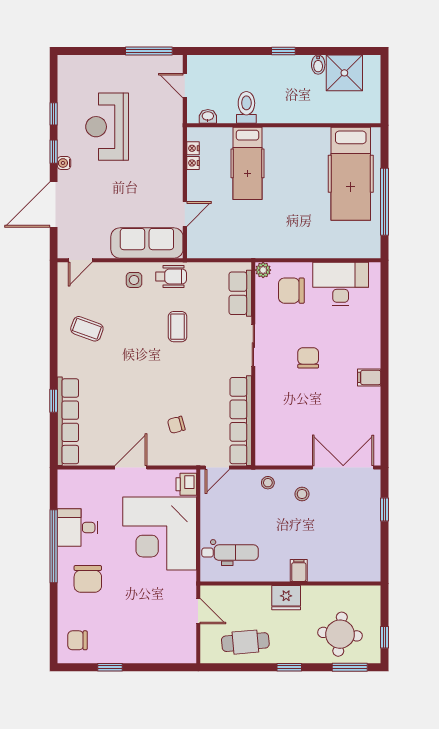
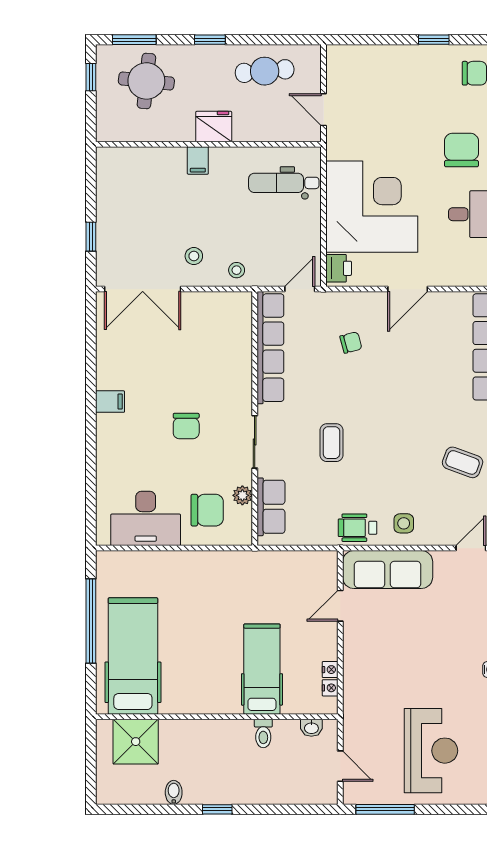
shower: (344, 73) -> (136, 742), moved
toilet: (246, 107) -> (263, 733), width x0.73, depth x0.72
reception desk: (107, 127) -> (431, 751), moved
plant: (263, 270) -> (242, 495), moved
coffee table: (178, 327) -> (331, 443), moved

